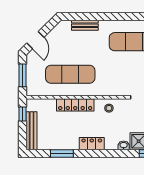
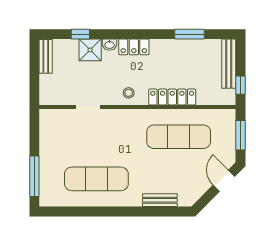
locker: (92, 144) -> (134, 47), moved

